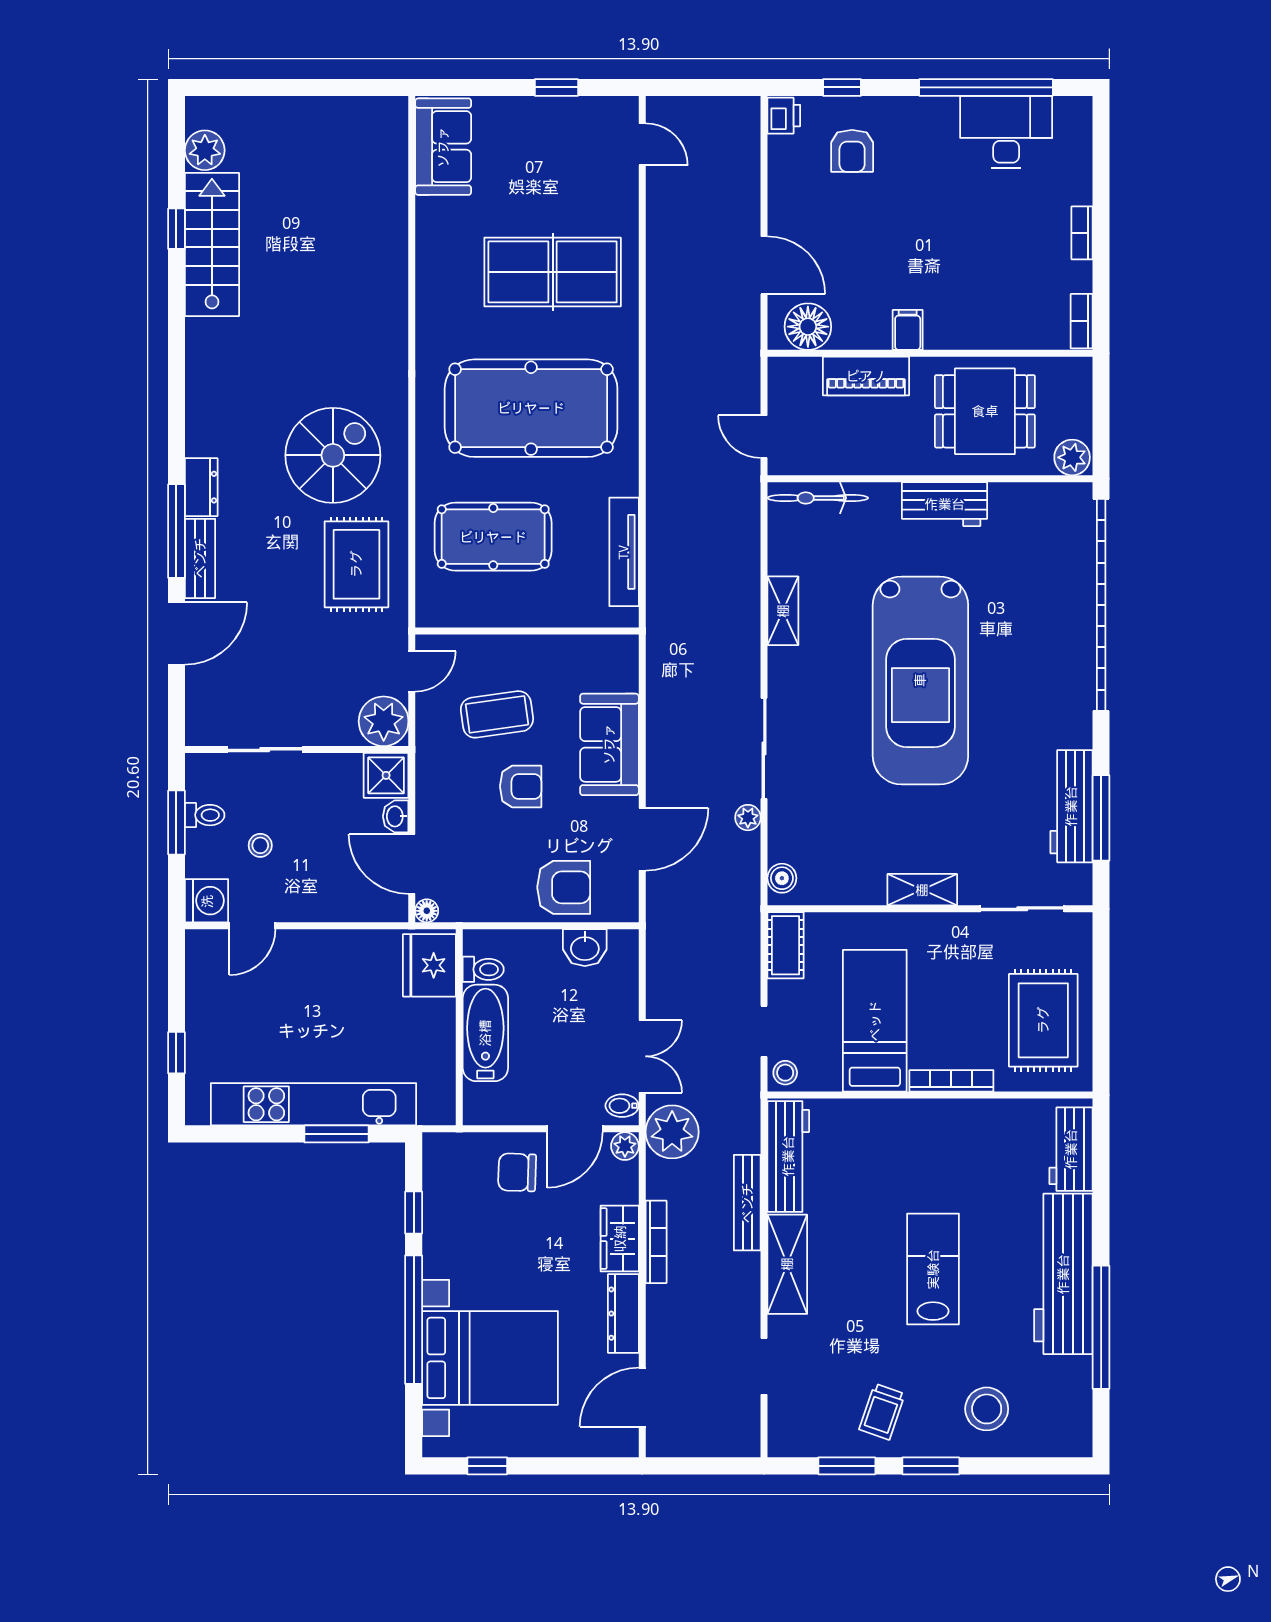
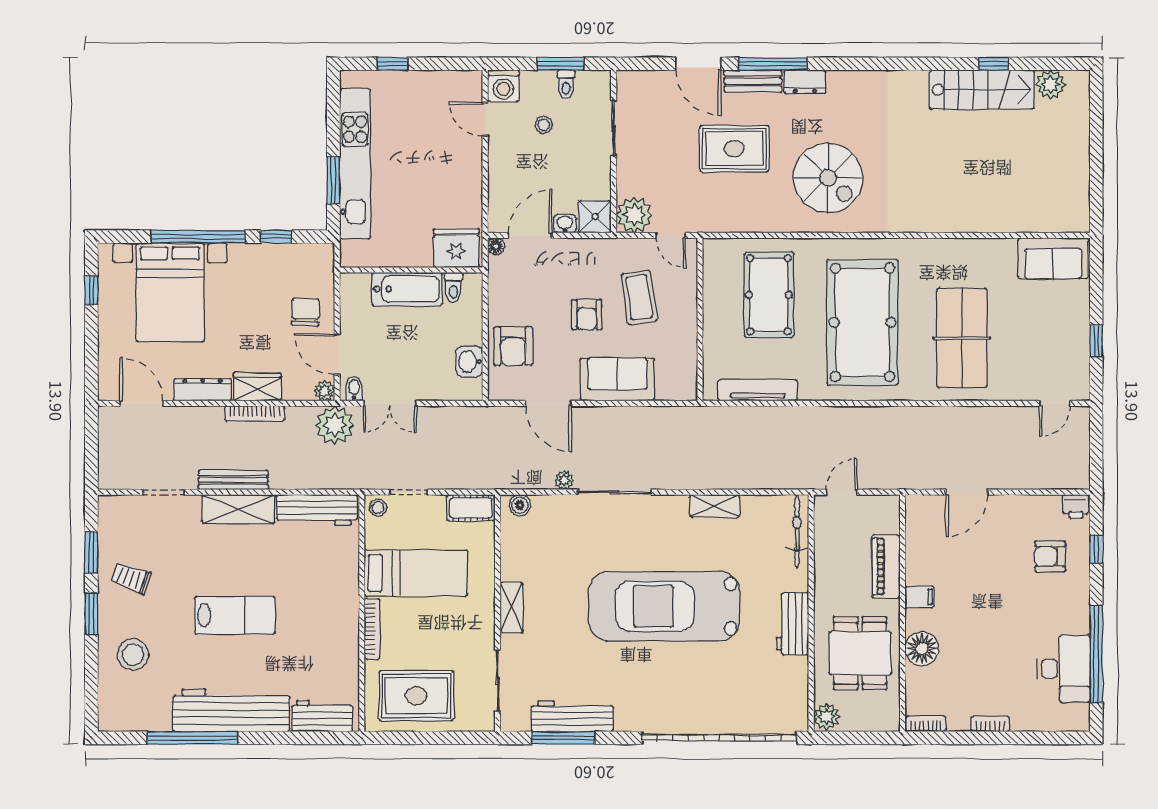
floor lamp: (808, 327) -> (922, 649), moved
rug: (356, 564) -> (734, 149), moved
bench: (747, 1203) -> (233, 480), moved

